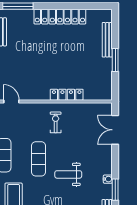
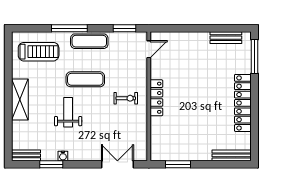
bench: (107, 40) -> (231, 155), moved
window: (115, 60) -> (178, 164), moved
locker: (67, 95) -> (156, 98), moved

